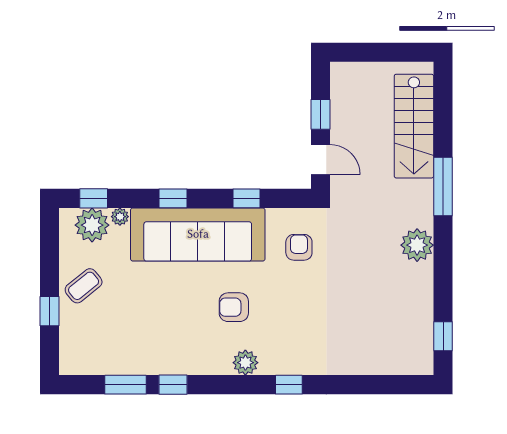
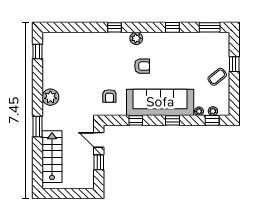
window: (443, 187) -> (37, 126), width x0.69
plant: (92, 225) -> (213, 111), width x0.53, depth x0.53
window: (125, 385) -> (210, 27), moved

